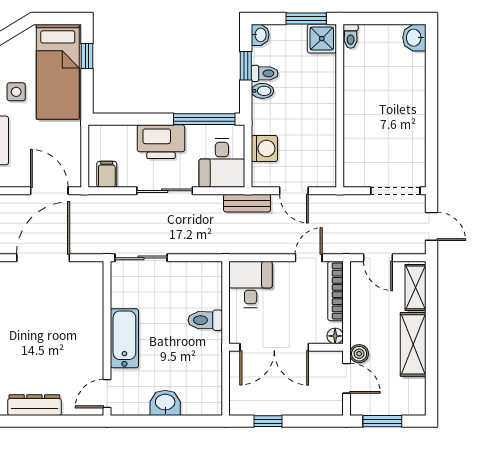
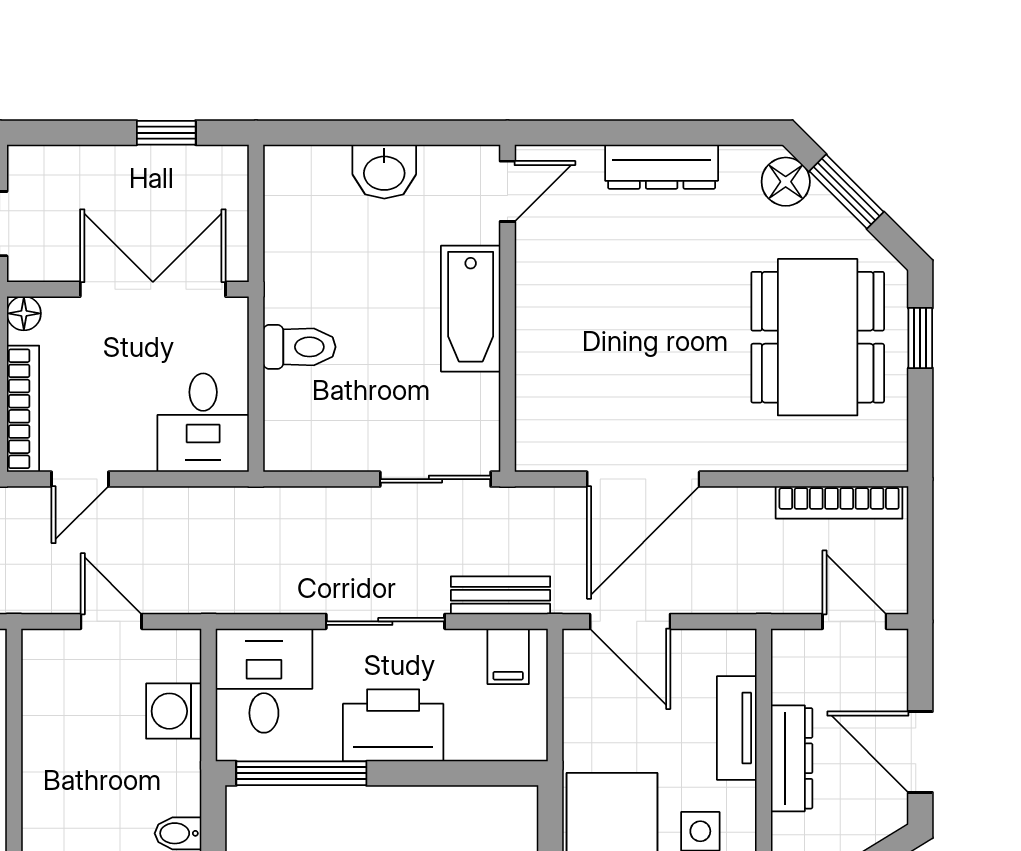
bench: (247, 203) -> (501, 595), moved

